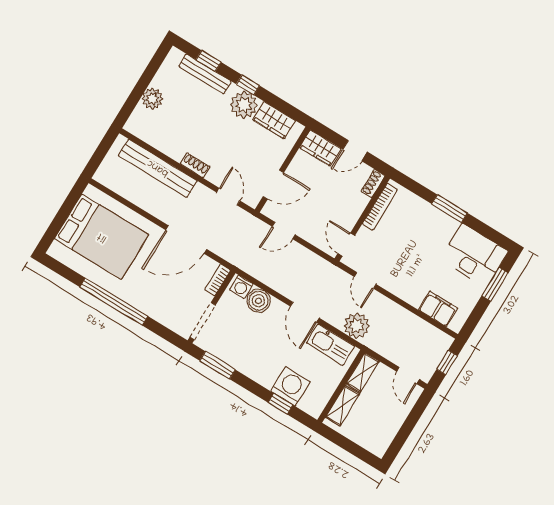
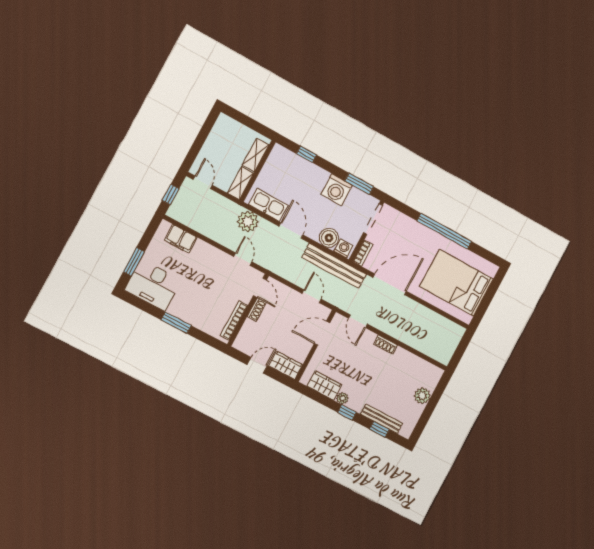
plant: (244, 105) -> (342, 398), width x0.53, depth x0.53
bench: (158, 168) -> (334, 266), moved
shoe rack: (373, 183) -> (257, 310), moved
door: (284, 231) -> (312, 296), hinge flipped
washing machine: (290, 386) -> (337, 190), moved

